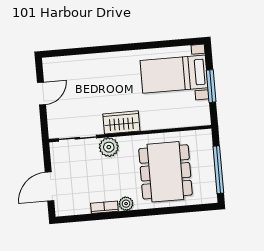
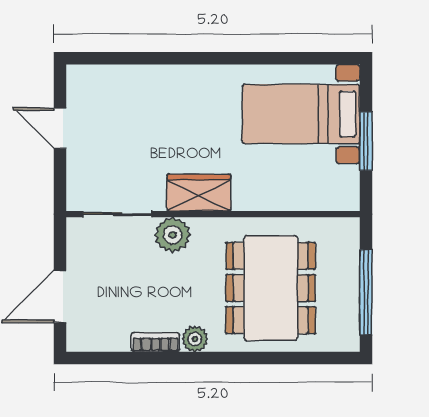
door: (41, 94) -> (60, 128), swing flipped

